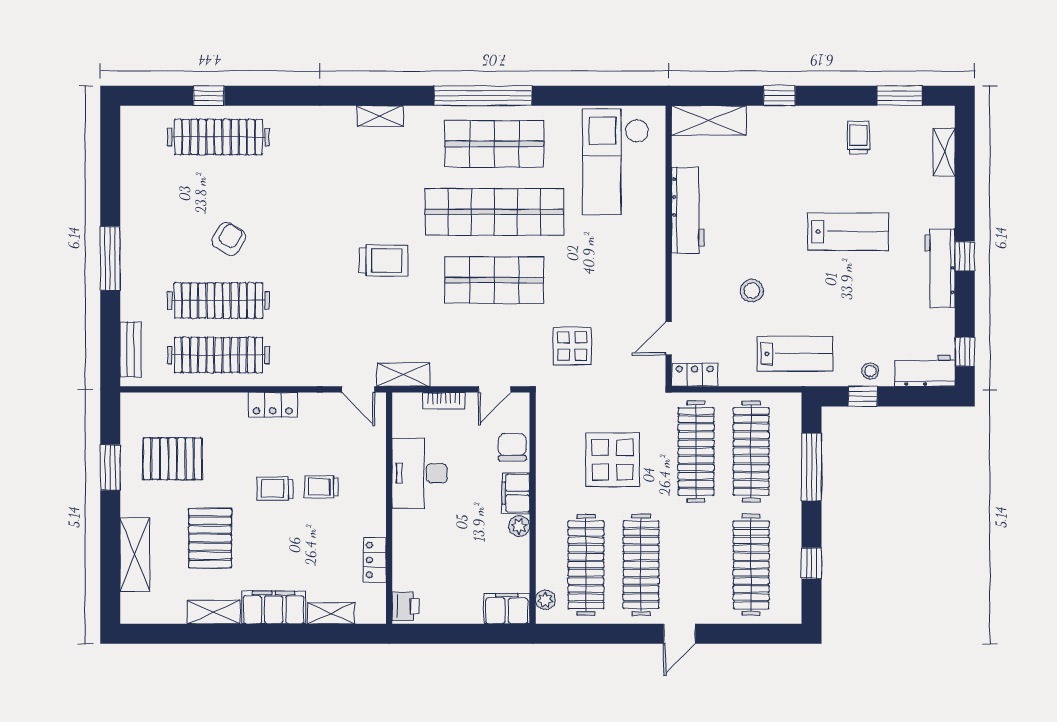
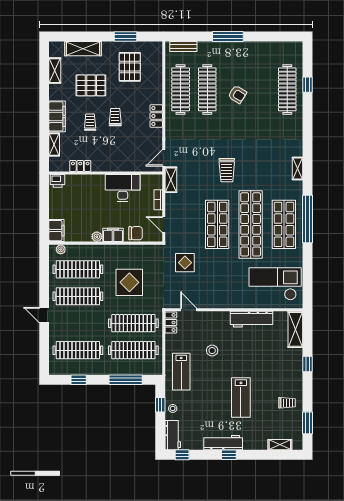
trolley: (321, 487) -> (90, 122), moved
shelving: (214, 612) -> (55, 71), moved

